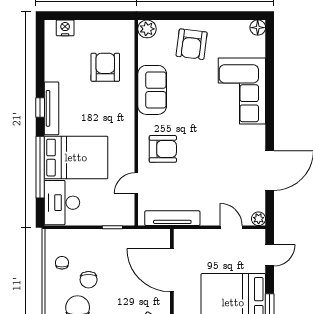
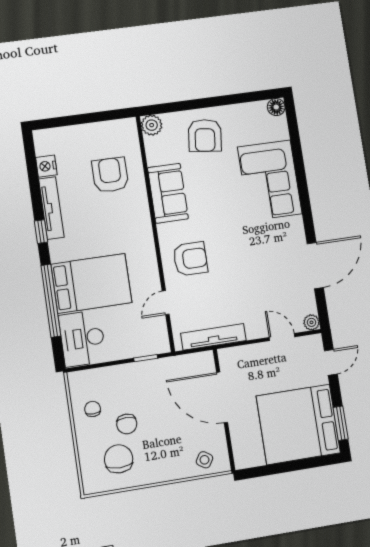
nightstand: (65, 28) -> (46, 166), moved, turned -90
tv unit: (52, 108) -> (51, 208), moved

